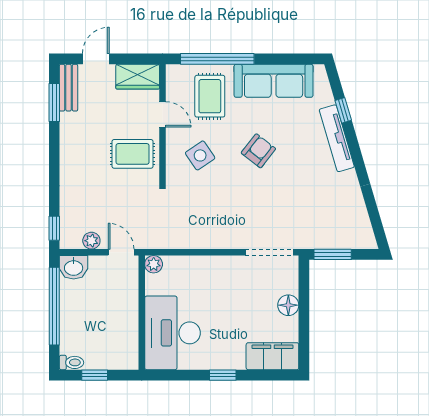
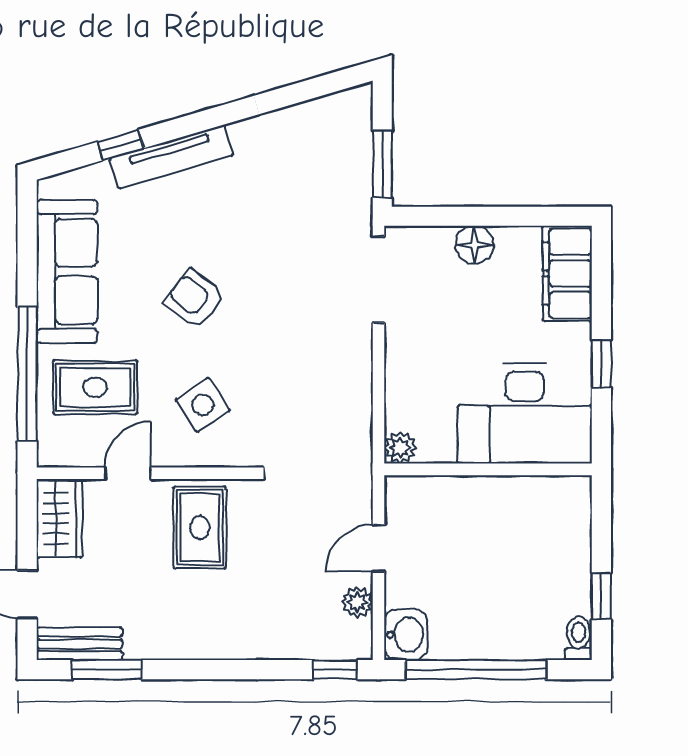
plant: (154, 264) -> (400, 448), moved
wall: (142, 313) -> (488, 469), moved
desk: (172, 333) -> (525, 413), moved

